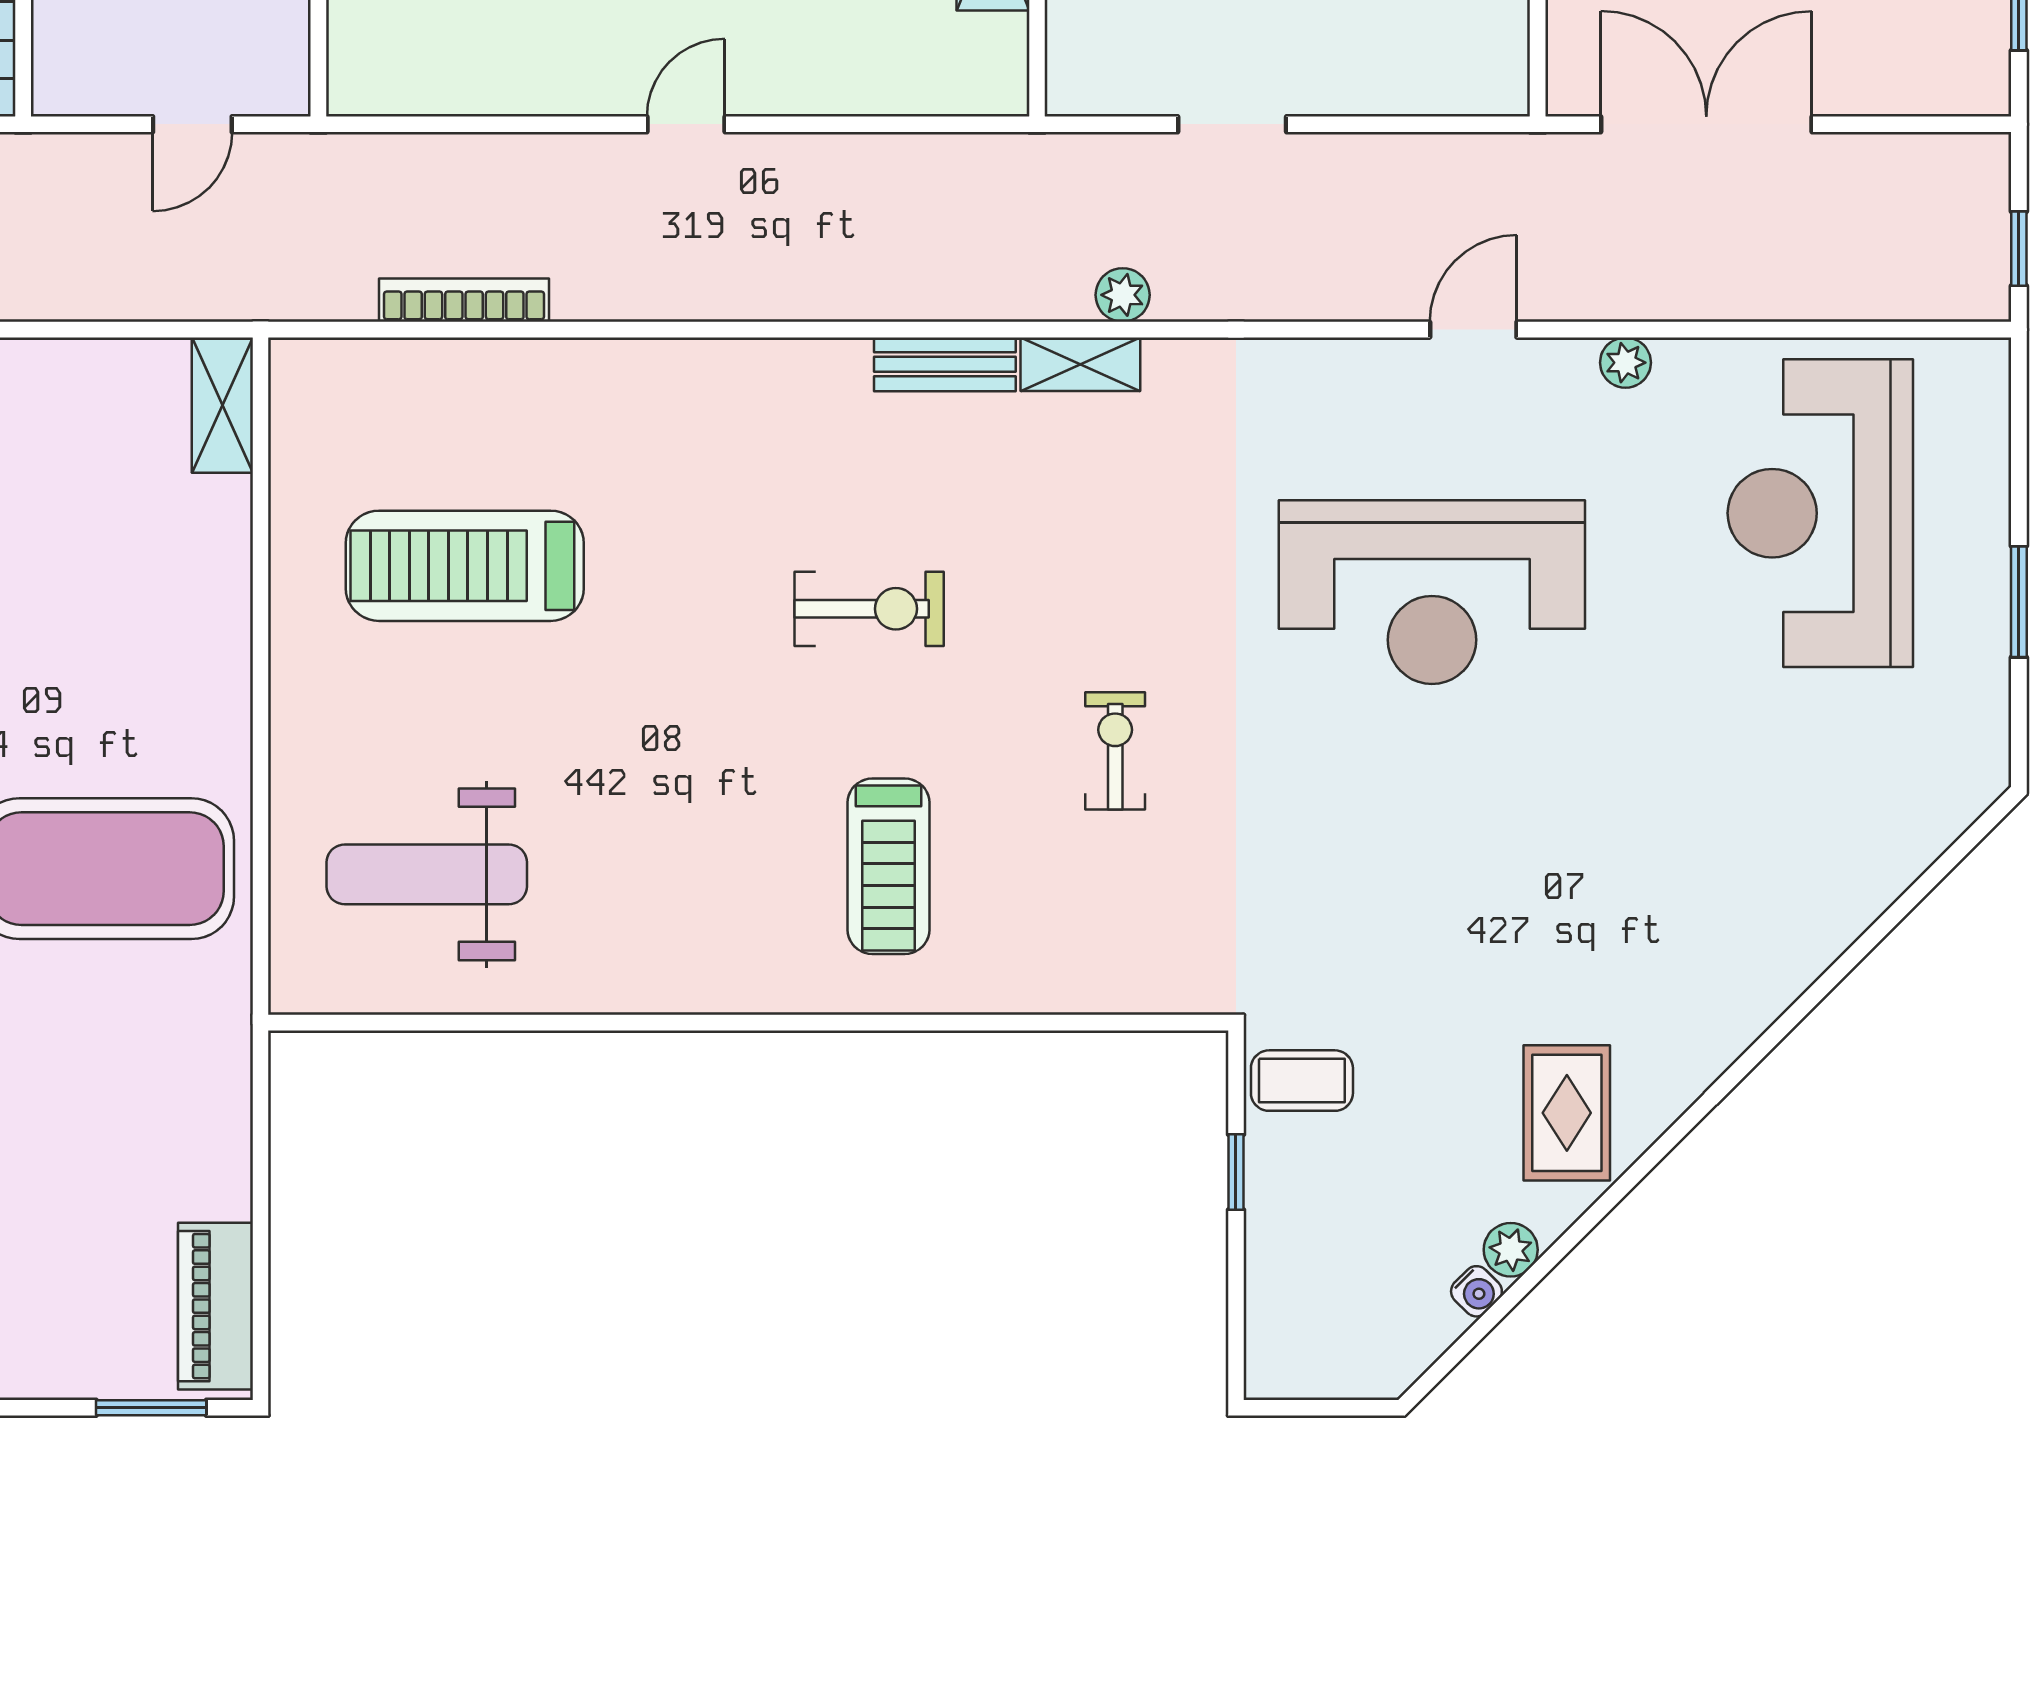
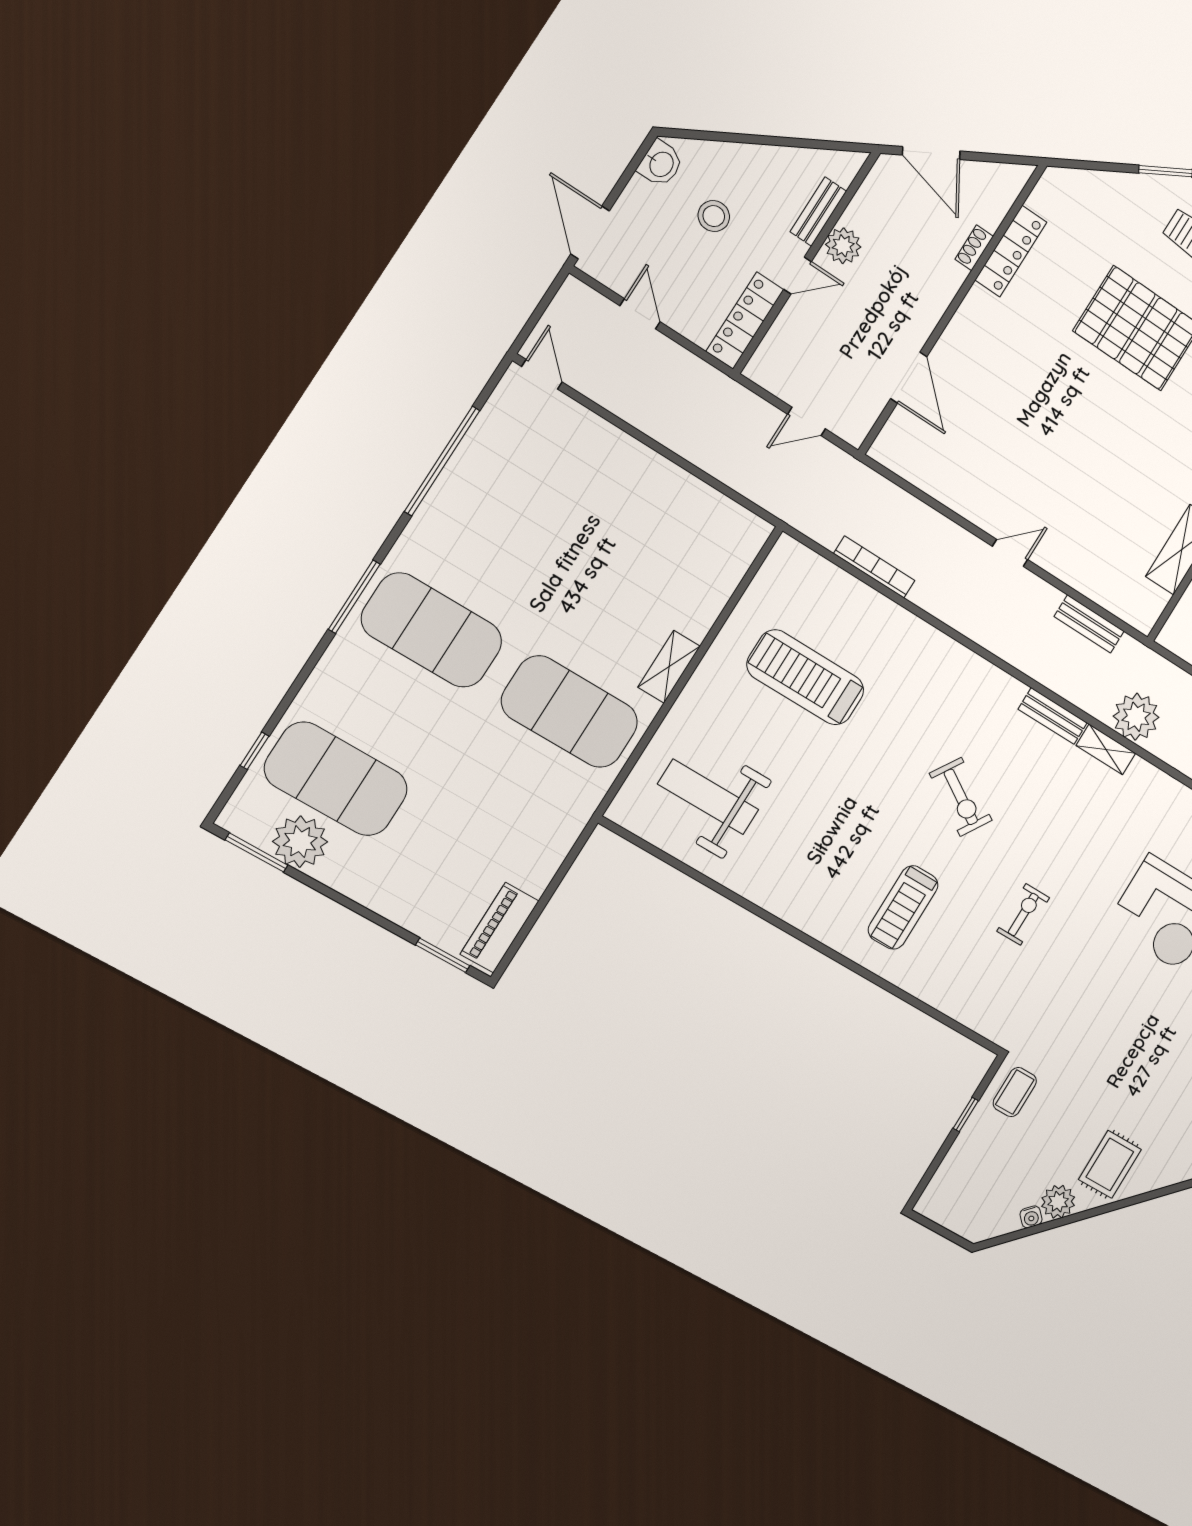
bench: (907, 159) -> (1089, 624), added
plant: (1123, 295) -> (1136, 717), width x1.88, depth x1.88
shelving: (222, 405) -> (669, 667), moved
exercise bike: (869, 609) -> (961, 797), turned 32
coffee table: (1302, 1081) -> (1015, 1092), turned 90
plant: (1511, 1250) -> (1058, 1202), width x1.38, depth x1.38

